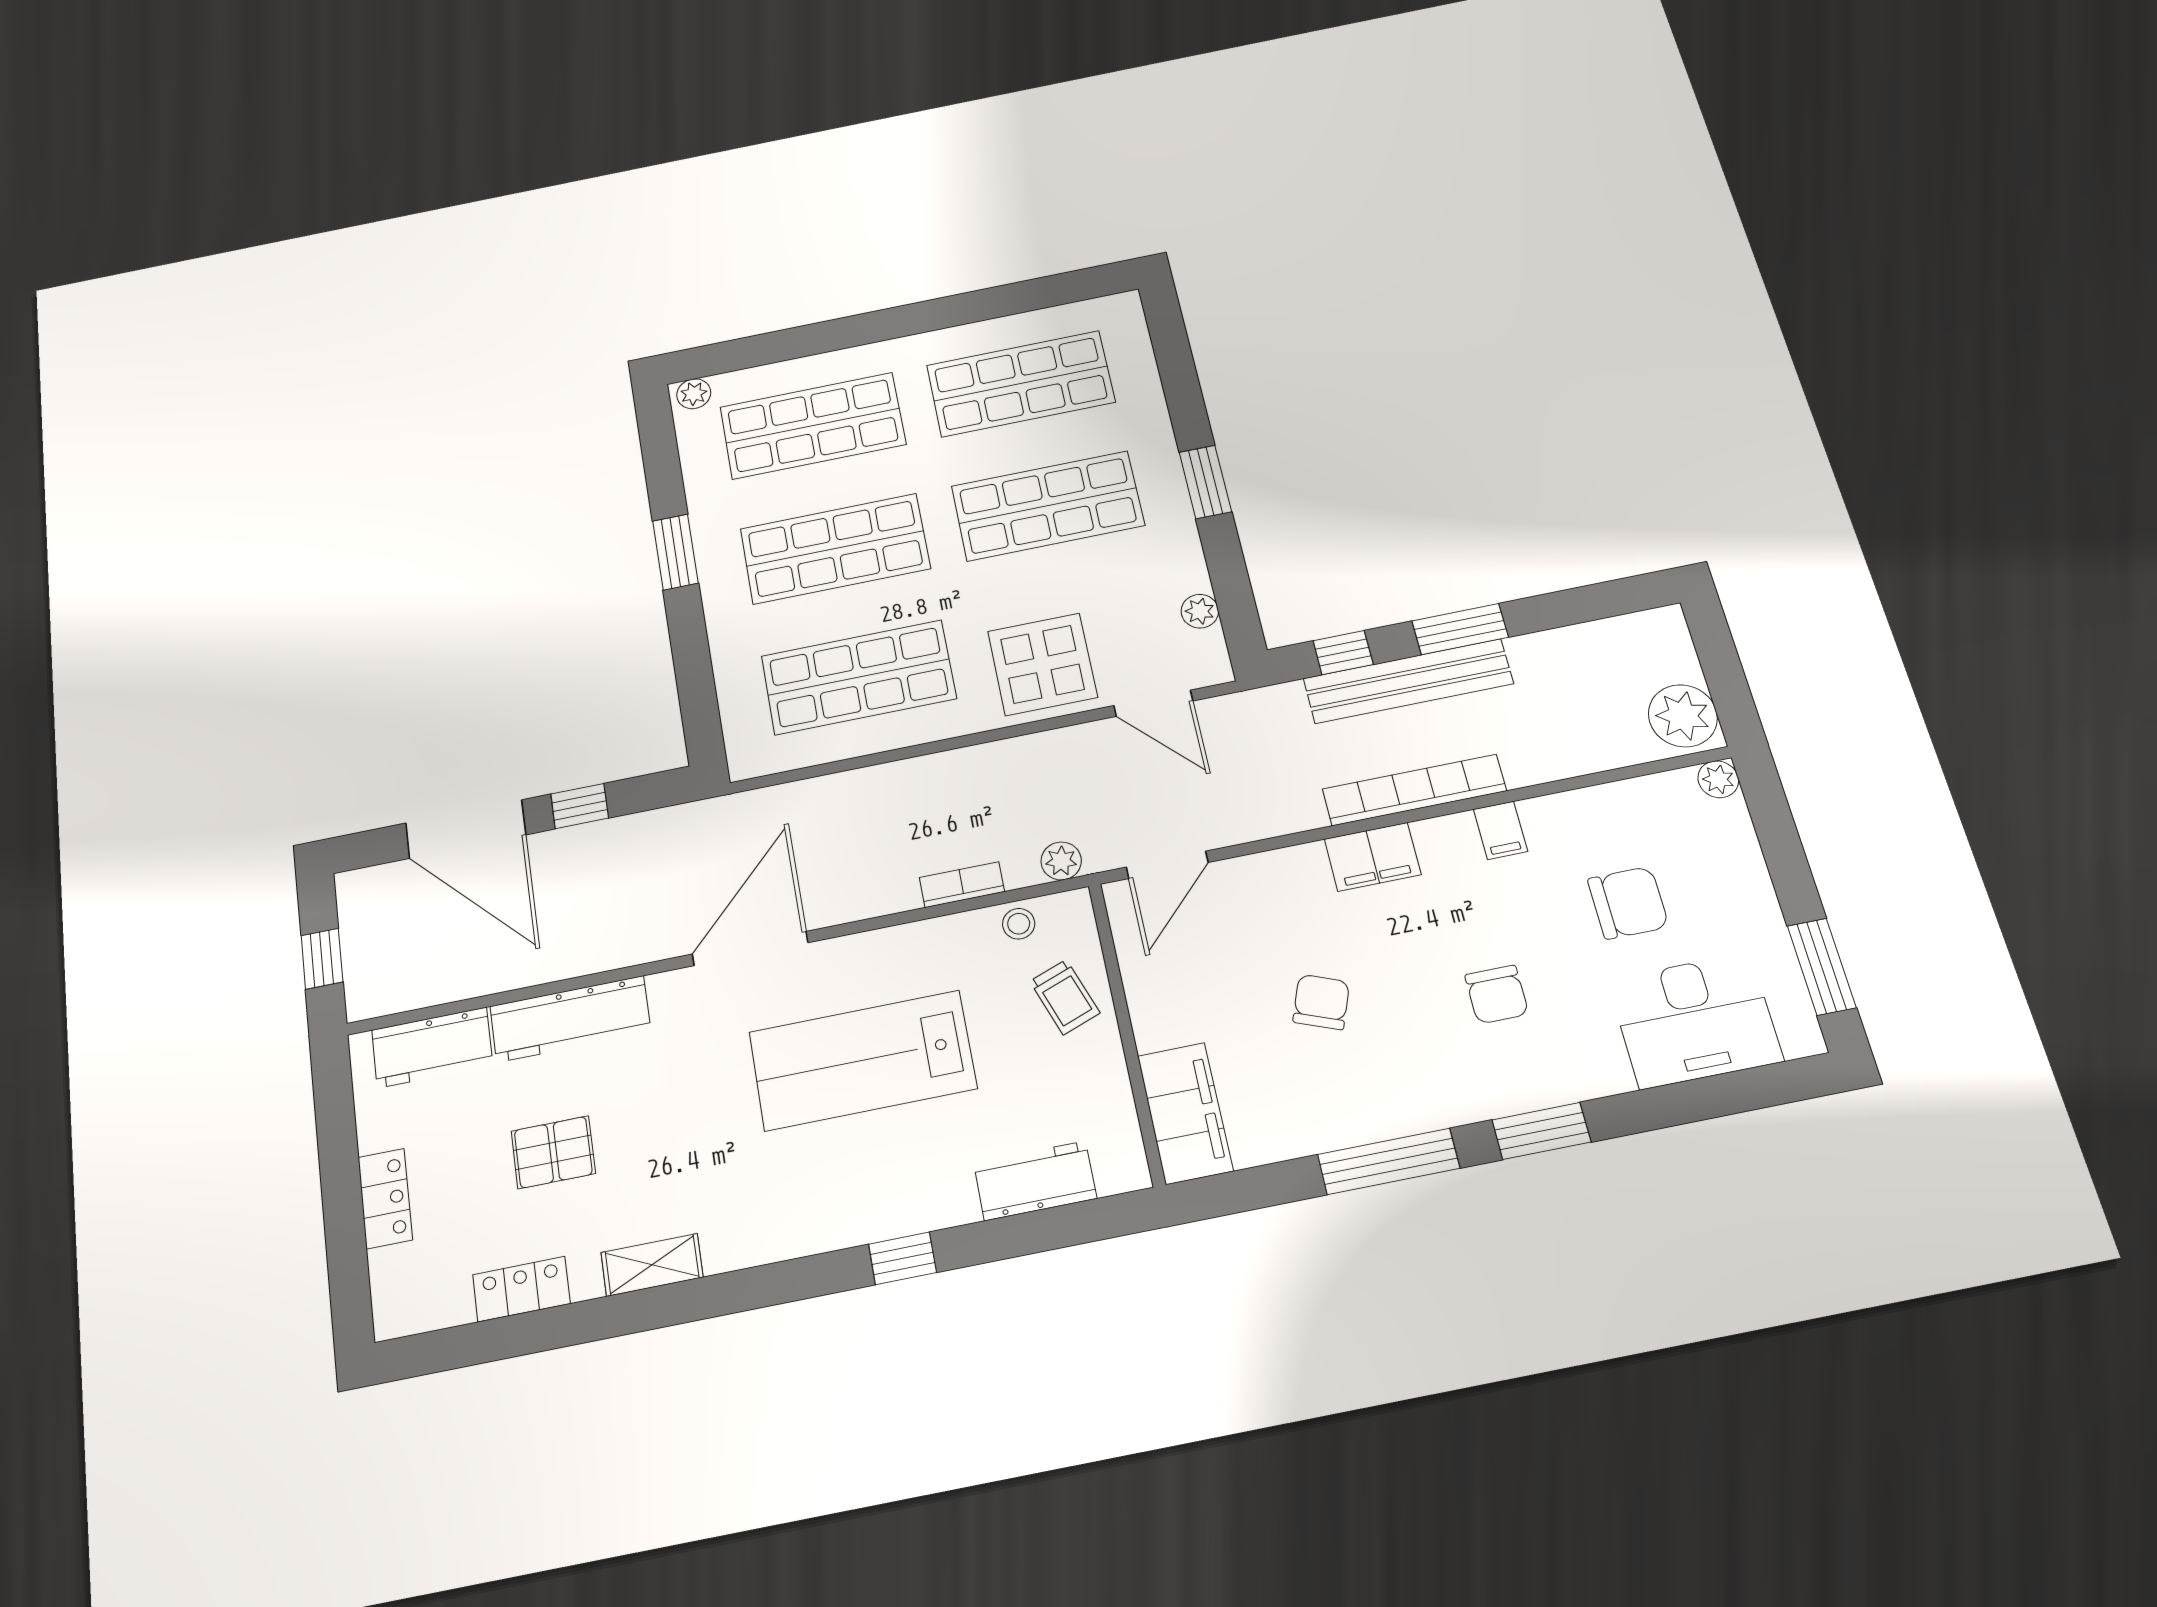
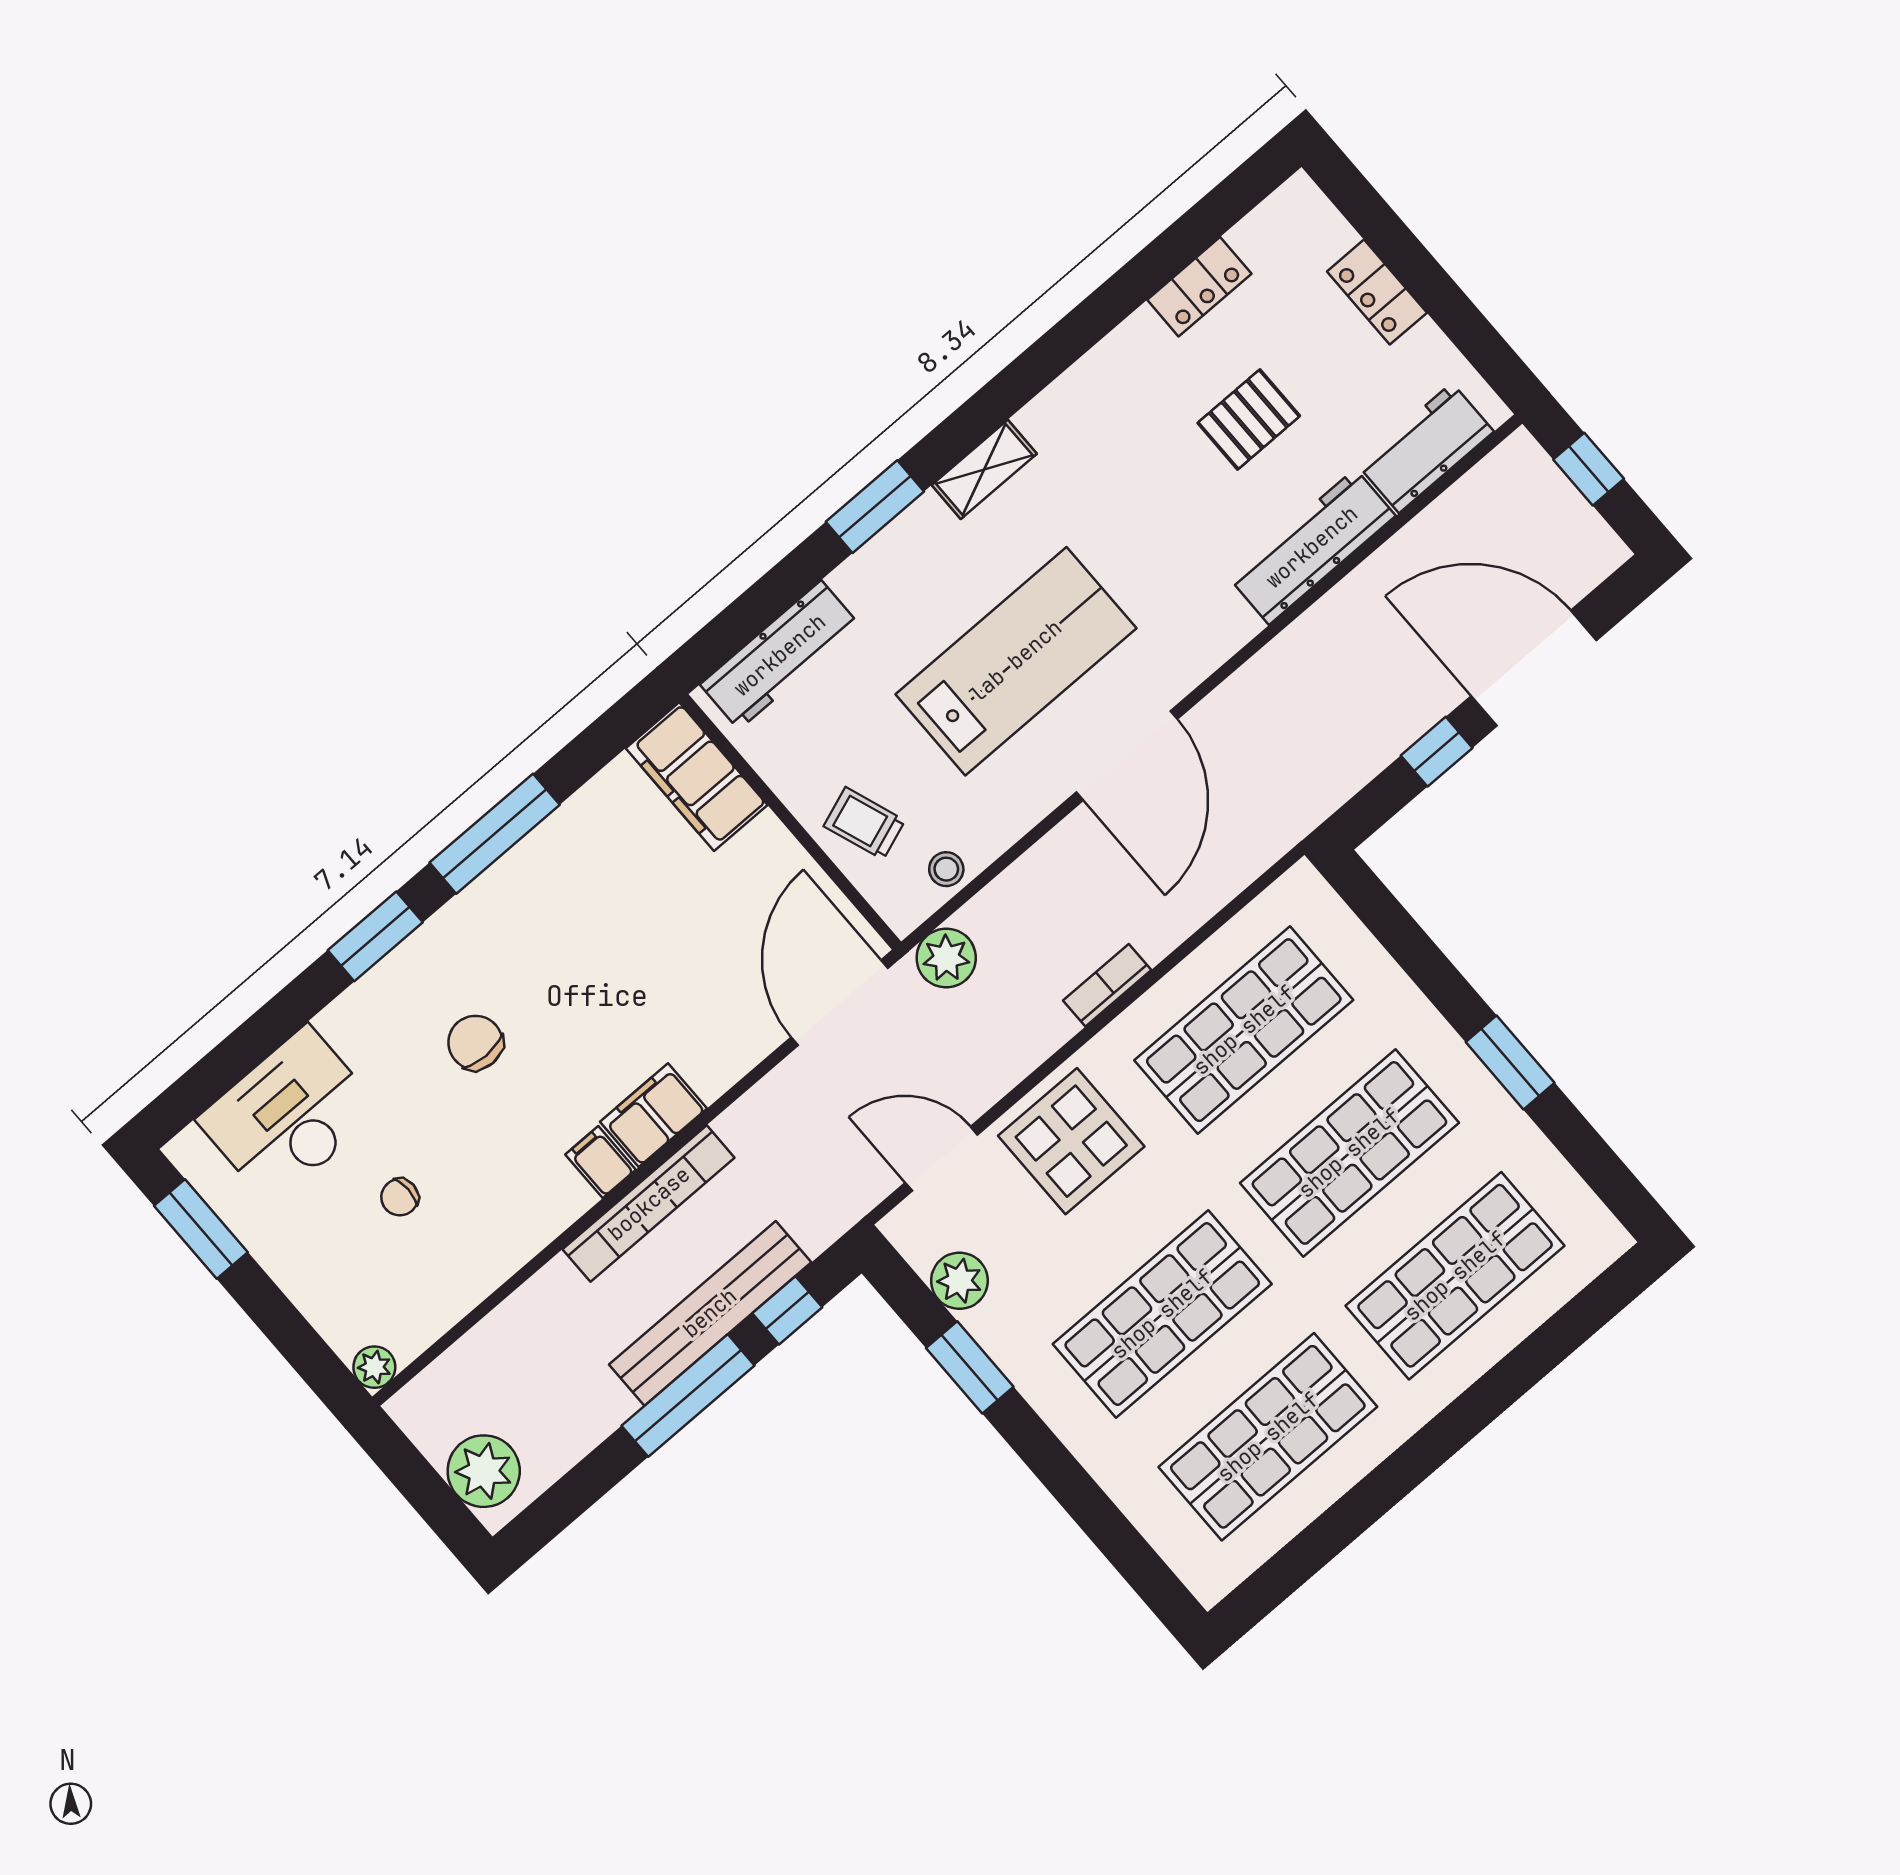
plant: (694, 394) -> (1602, 1246), removed
window: (1205, 482) -> (970, 1367), moved
plant: (1200, 611) -> (959, 1281), width x1.38, depth x1.38
window: (1460, 629) -> (688, 1396), width x1.44
plant: (1683, 716) -> (484, 1471), moved
filing cabinet: (1501, 830) -> (601, 1162), moved
plant: (1061, 861) -> (946, 958), width x1.38, depth x1.38
door: (1167, 865) -> (840, 1003), width x1.36
bookcase: (962, 885) -> (1107, 985), moved, turned 180
chair: (1628, 903) -> (400, 1197), width x0.54, depth x0.54
door: (750, 948) -> (1127, 756), moved
chair: (1321, 1002) -> (629, 948), removed
workbench: (1035, 1181) -> (780, 655), width x1.38
window: (903, 1258) -> (875, 507), width x1.50
shelving: (652, 1265) -> (984, 469), moved

